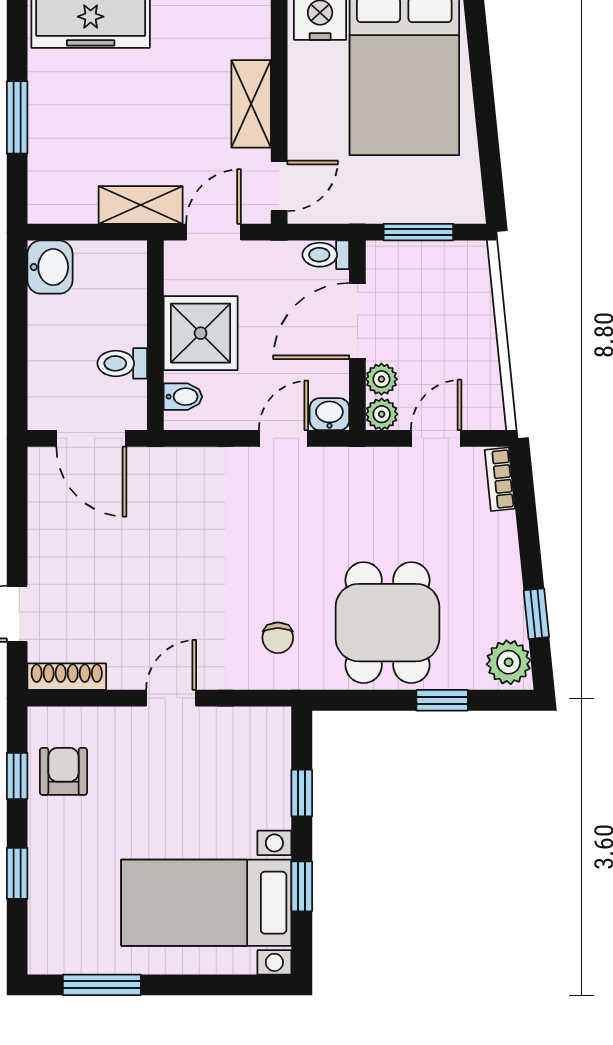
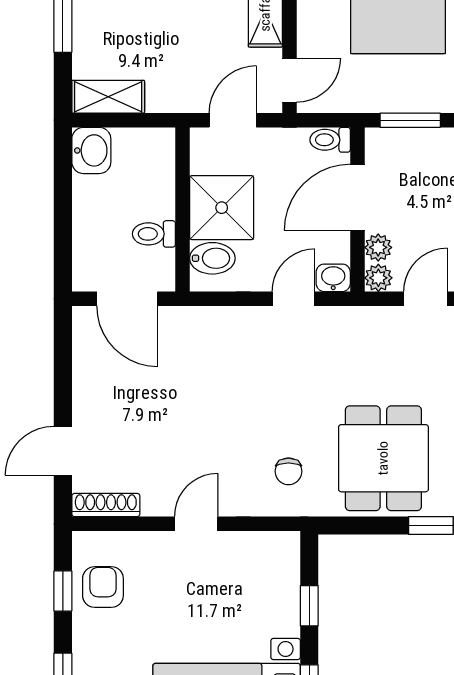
shelving: (141, 205) -> (108, 97), moved
bidet: (183, 397) -> (212, 258), width x1.38, depth x1.36

